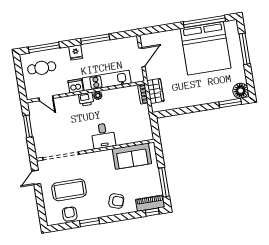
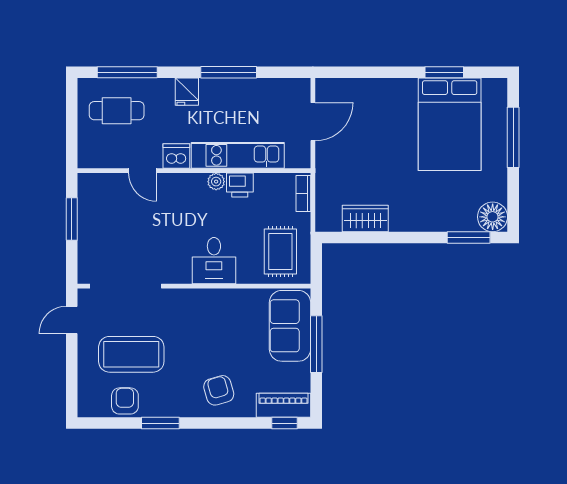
window: (204, 21) -> (444, 72), width x0.47
bed: (206, 48) -> (450, 124), width x0.73
wardrobe: (155, 91) -> (365, 218), moved, turned -90
door: (46, 98) -> (143, 171), moved
printer: (86, 99) -> (240, 185), moved
rug: (136, 126) -> (280, 252), added
sofa: (132, 156) -> (290, 326), moved, turned 90
window: (164, 182) -> (316, 344), moved
armchair: (116, 201) -> (219, 390), turned -124

